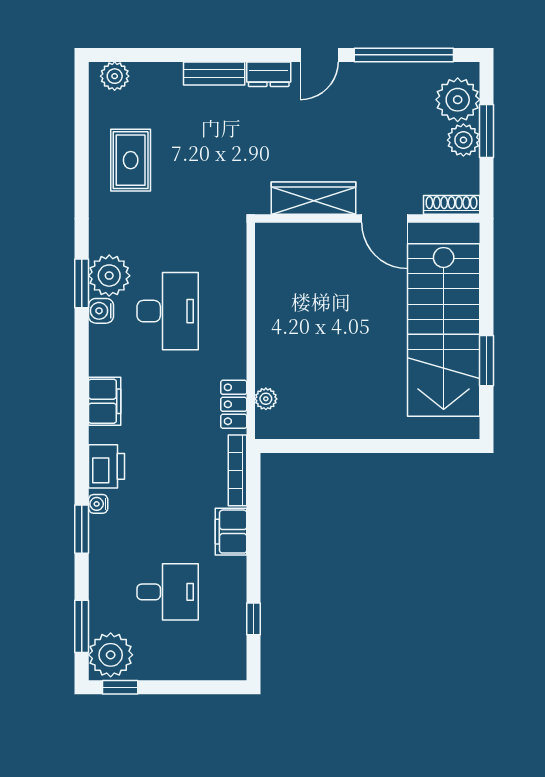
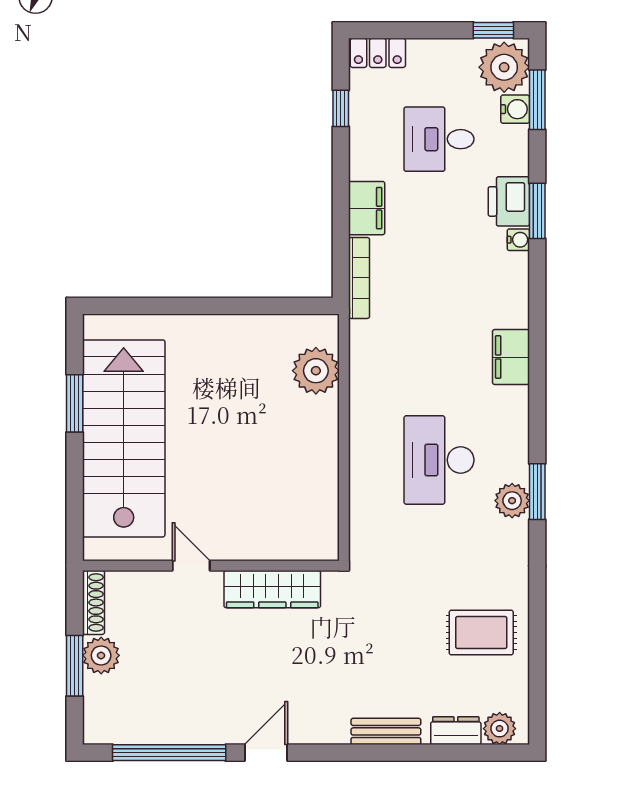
dresser: (269, 74) -> (456, 731), moved
plant: (458, 100) -> (108, 701), removed
rug: (131, 160) -> (481, 633), turned 90
shoe rack: (452, 205) -> (93, 602), moved, turned -90
door: (385, 219) -> (191, 566), width x0.73
plant: (109, 276) -> (512, 501), width x0.73, depth x0.73
water cooler: (101, 311) -> (515, 109), moved
plant: (266, 399) -> (316, 371), width x1.88, depth x1.88
locker: (234, 404) -> (378, 53), moved, turned 90
printer: (107, 466) -> (509, 201), moved

